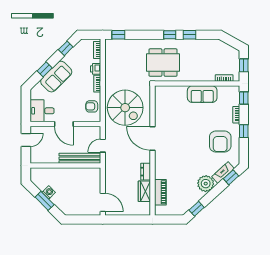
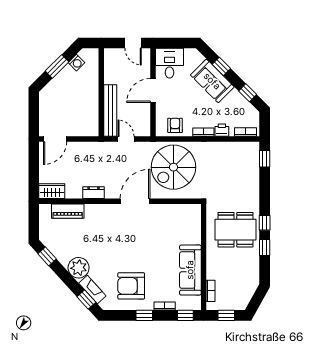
dining table: (163, 63) -> (235, 230), moved, turned 90
sofa: (202, 94) -> (190, 270), width x1.36
wardrobe: (144, 191) -> (52, 191), moved
washing machine: (49, 192) -> (76, 63), moved

